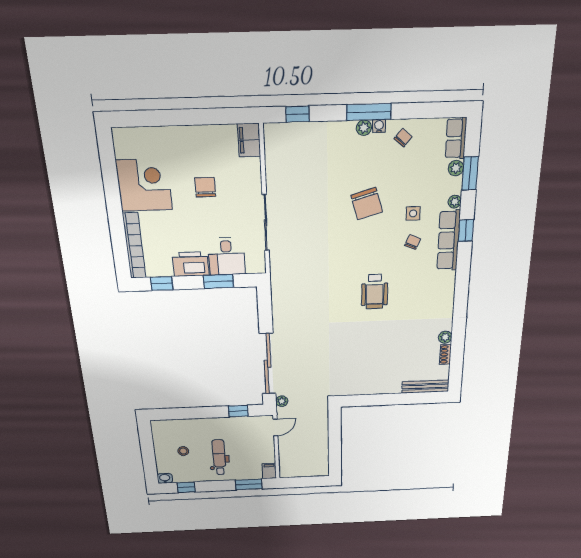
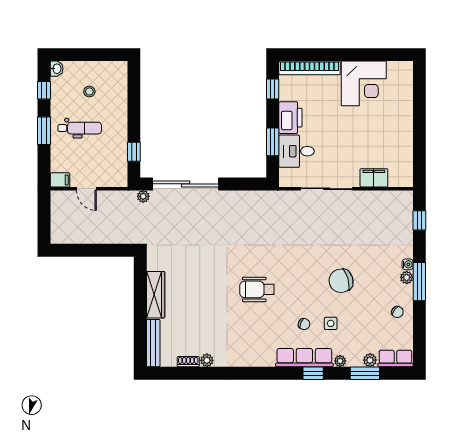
water cooler: (379, 126) -> (408, 264), moved
filing cabinet: (249, 140) -> (374, 178), moved
chair: (205, 187) -> (360, 137), removed
wardrobe: (378, 386) -> (156, 295), added
door: (275, 427) -> (86, 189), moved
window: (249, 484) -> (44, 131), moved

